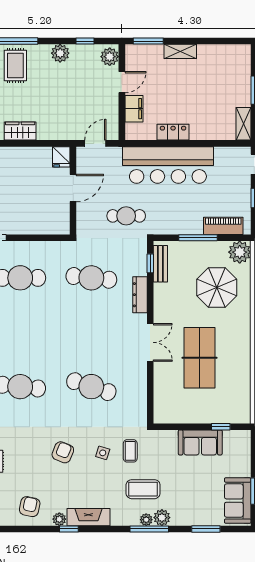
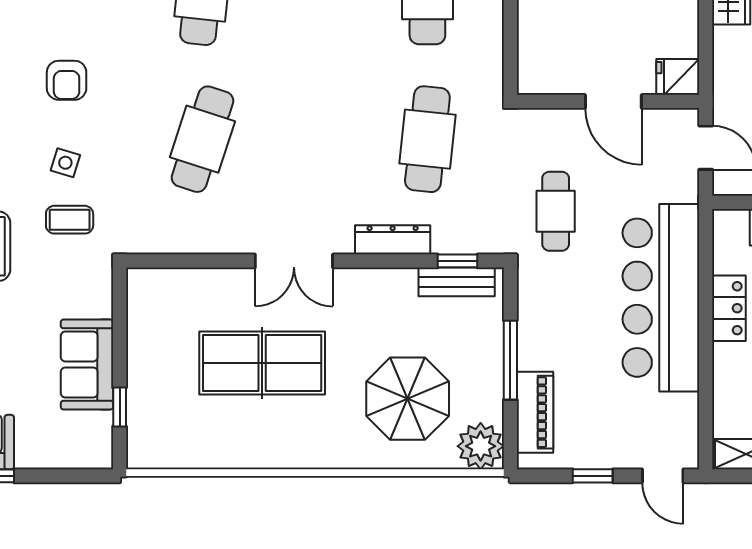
armchair: (63, 452) -> (67, 80), turned 68

